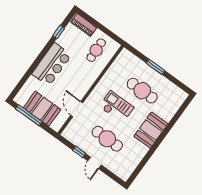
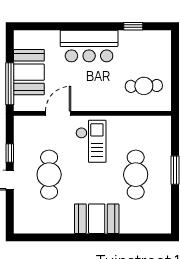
piano: (84, 25) -> (163, 50), removed
checkout: (116, 107) -> (91, 141), moved
window: (29, 115) -> (10, 84), moved

